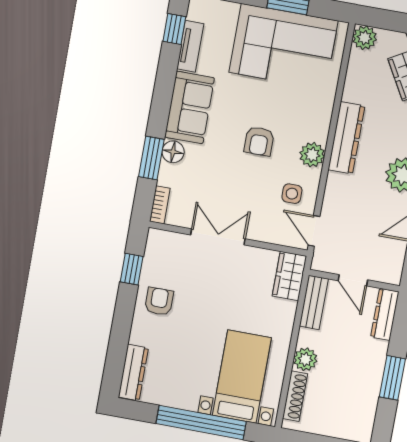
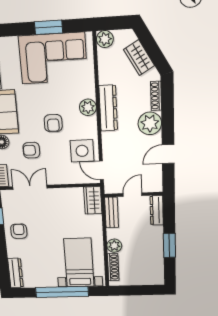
plant: (312, 155) -> (88, 107), moved
armchair: (215, 175) -> (31, 150), added
side table: (292, 194) -> (82, 151), width x1.87, depth x1.87
double door: (218, 237) -> (30, 187), moved
door: (353, 280) -> (132, 195), swing flipped

